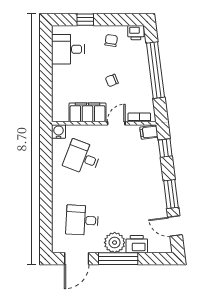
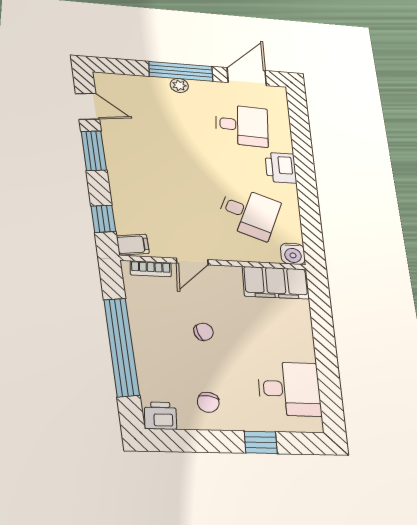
filing cabinet: (88, 112) -> (276, 283), moved
plant: (115, 243) -> (179, 85), width x0.53, depth x0.53
printer: (137, 244) -> (281, 168), moved, turned 90

